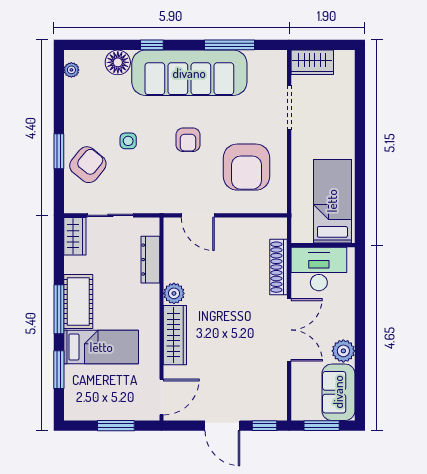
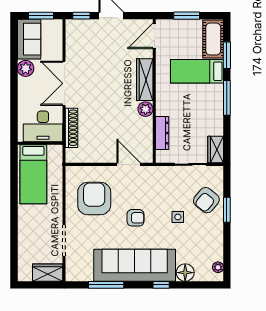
armchair: (188, 140) -> (136, 218), turned 90
cot: (78, 302) -> (213, 39), moved

